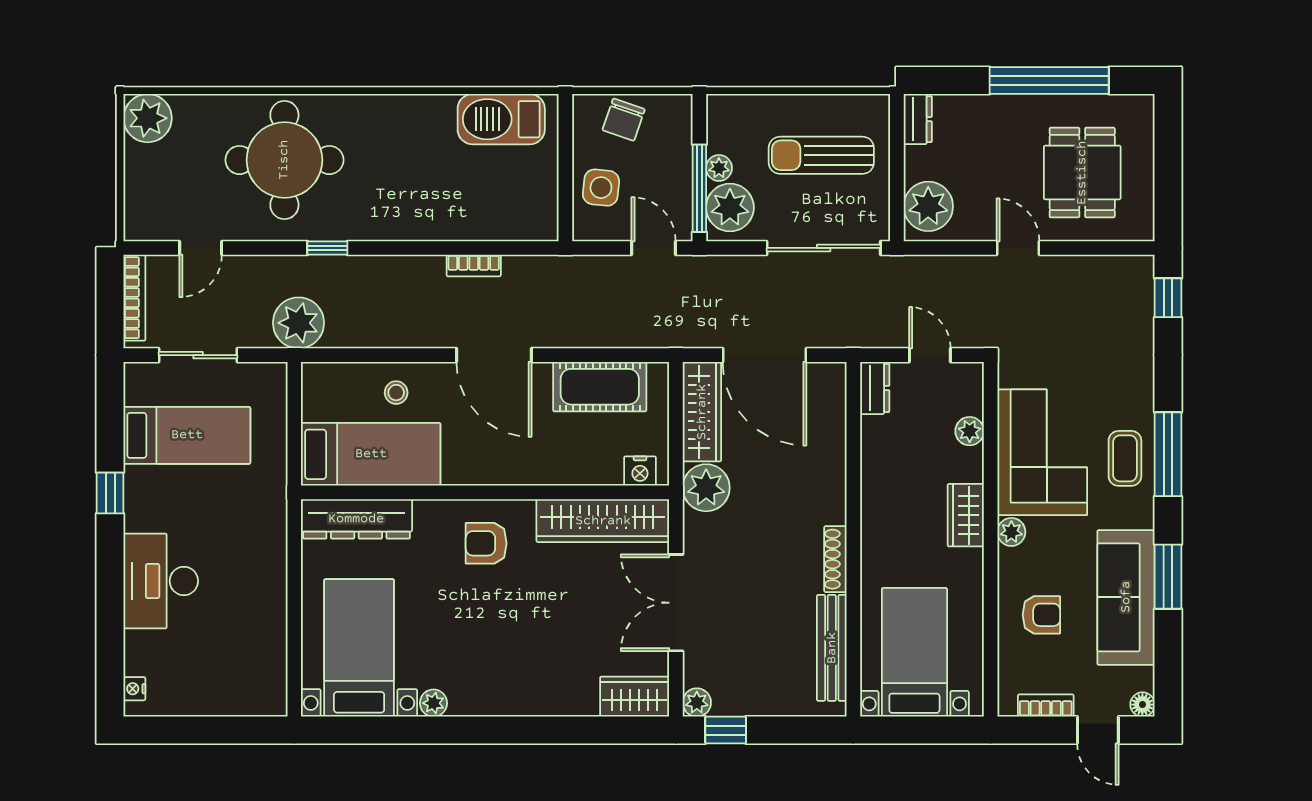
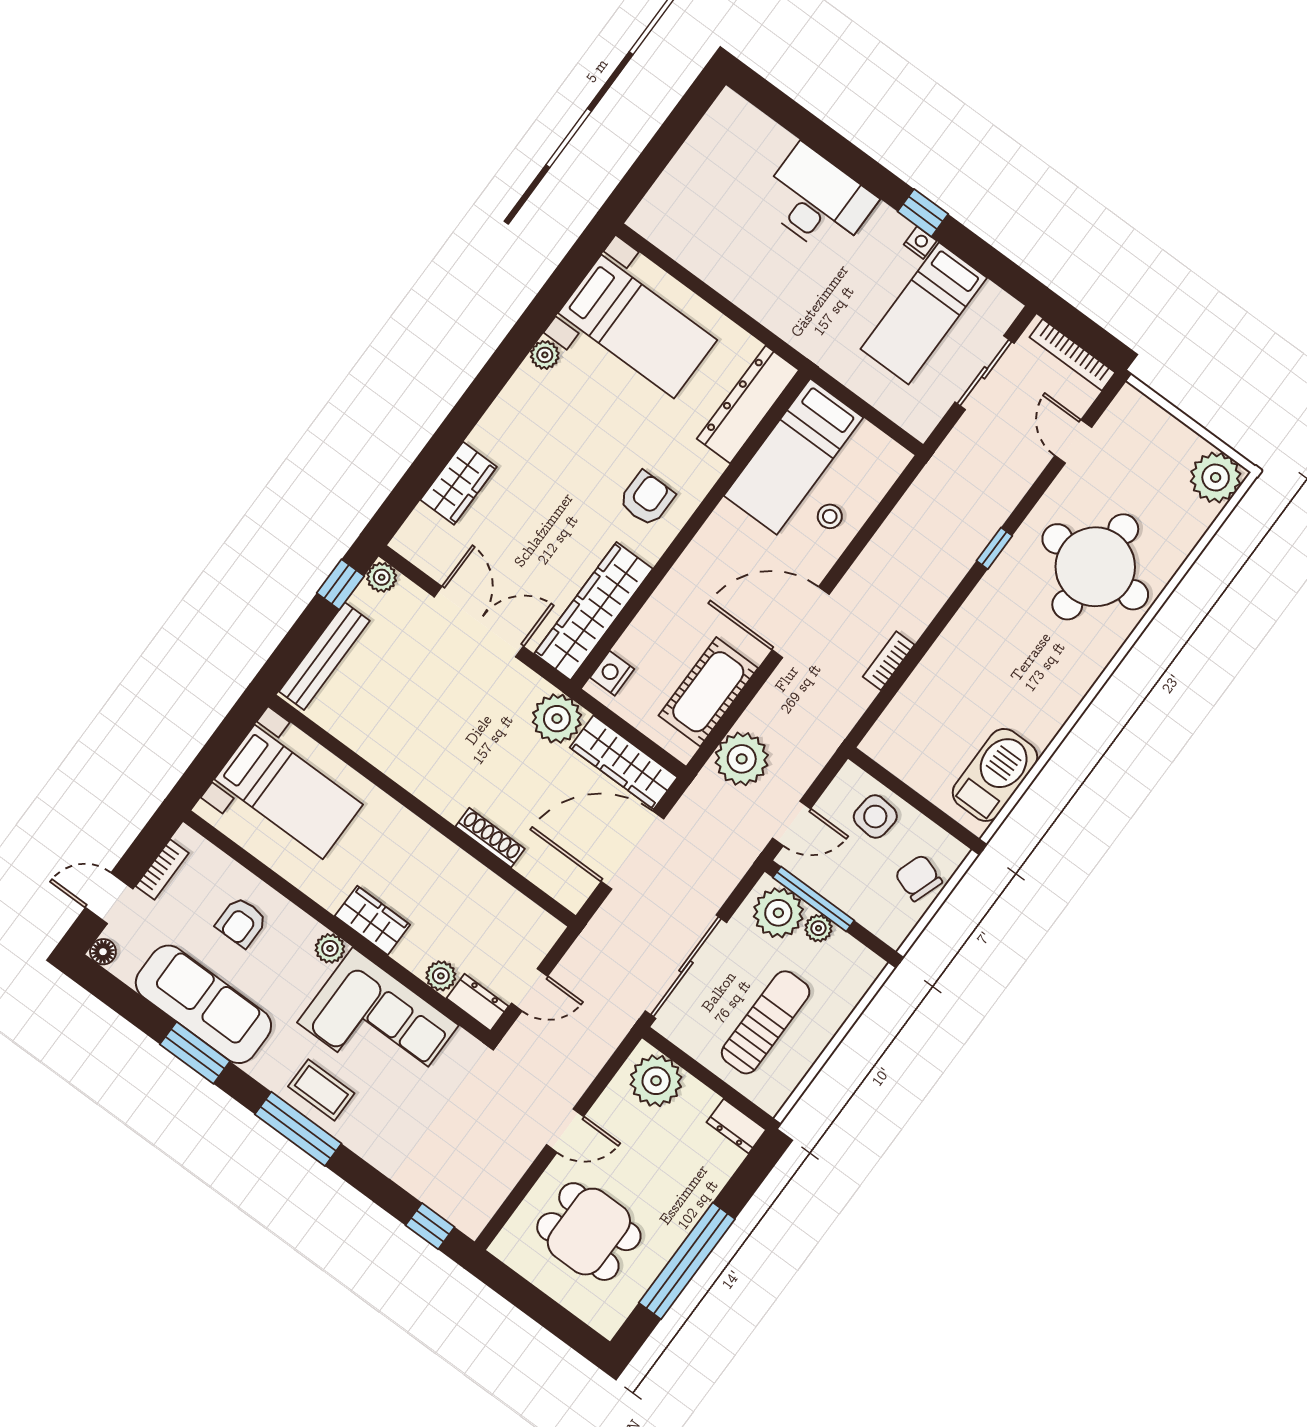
plant: (299, 323) -> (742, 759), moved
dresser: (875, 388) -> (477, 1002), moved, turned 180
shoe rack: (835, 559) -> (490, 838), moved
bench: (832, 648) -> (324, 656), moved, turned 90
nightstand: (134, 689) -> (920, 243), moved
wardrobe: (635, 697) -> (459, 483), moved

